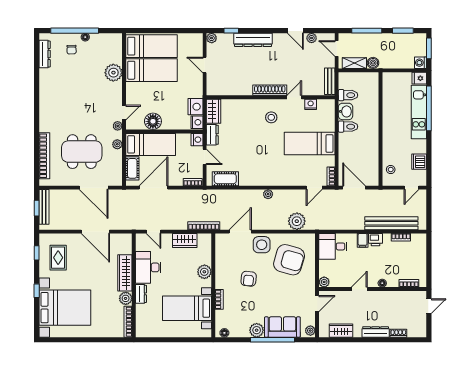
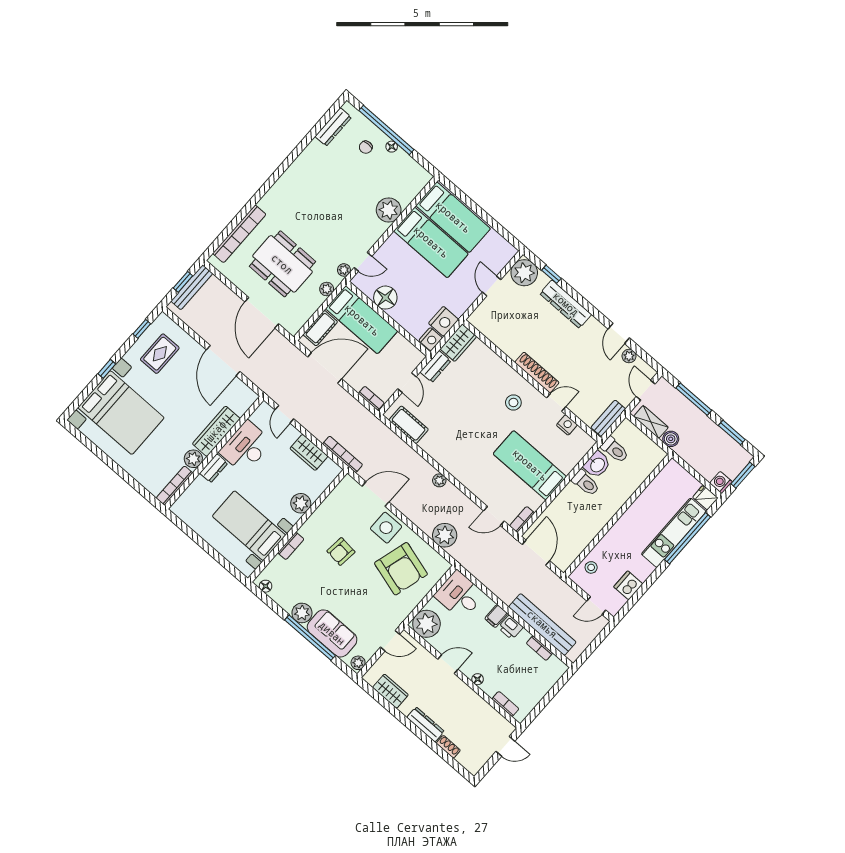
plant: (212, 38) -> (524, 273), width x1.87, depth x1.87
nightstand: (197, 140) -> (415, 357), removed
plant: (324, 282) -> (426, 624), width x1.87, depth x1.87

